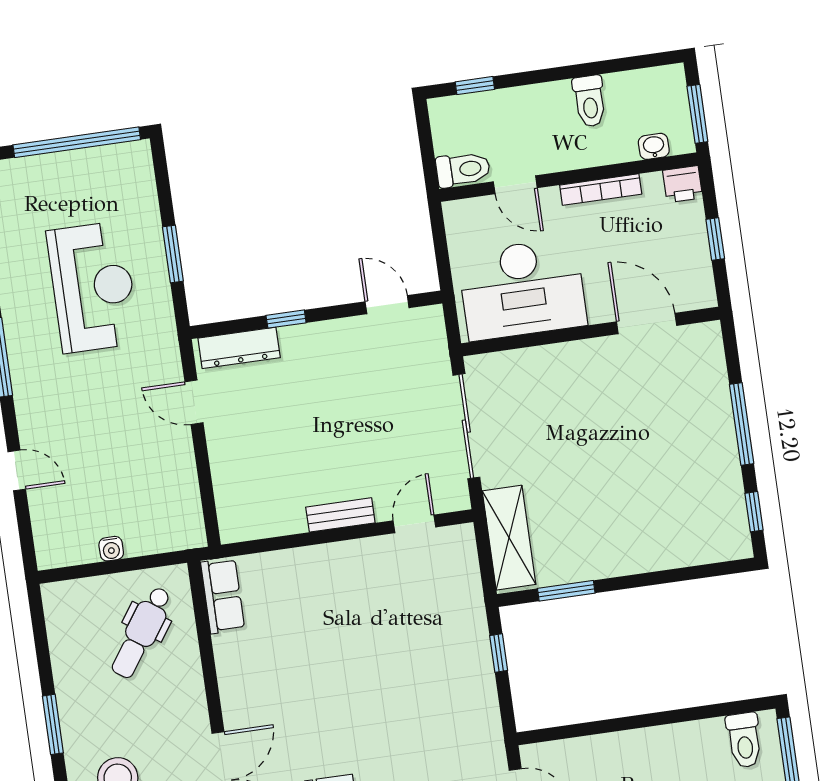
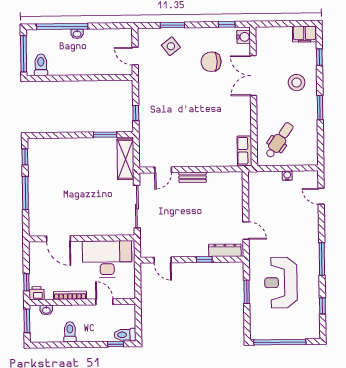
toilet: (463, 169) -> (125, 335), moved
window: (715, 239) -> (26, 282), moved
door: (17, 470) -> (321, 196), moved

